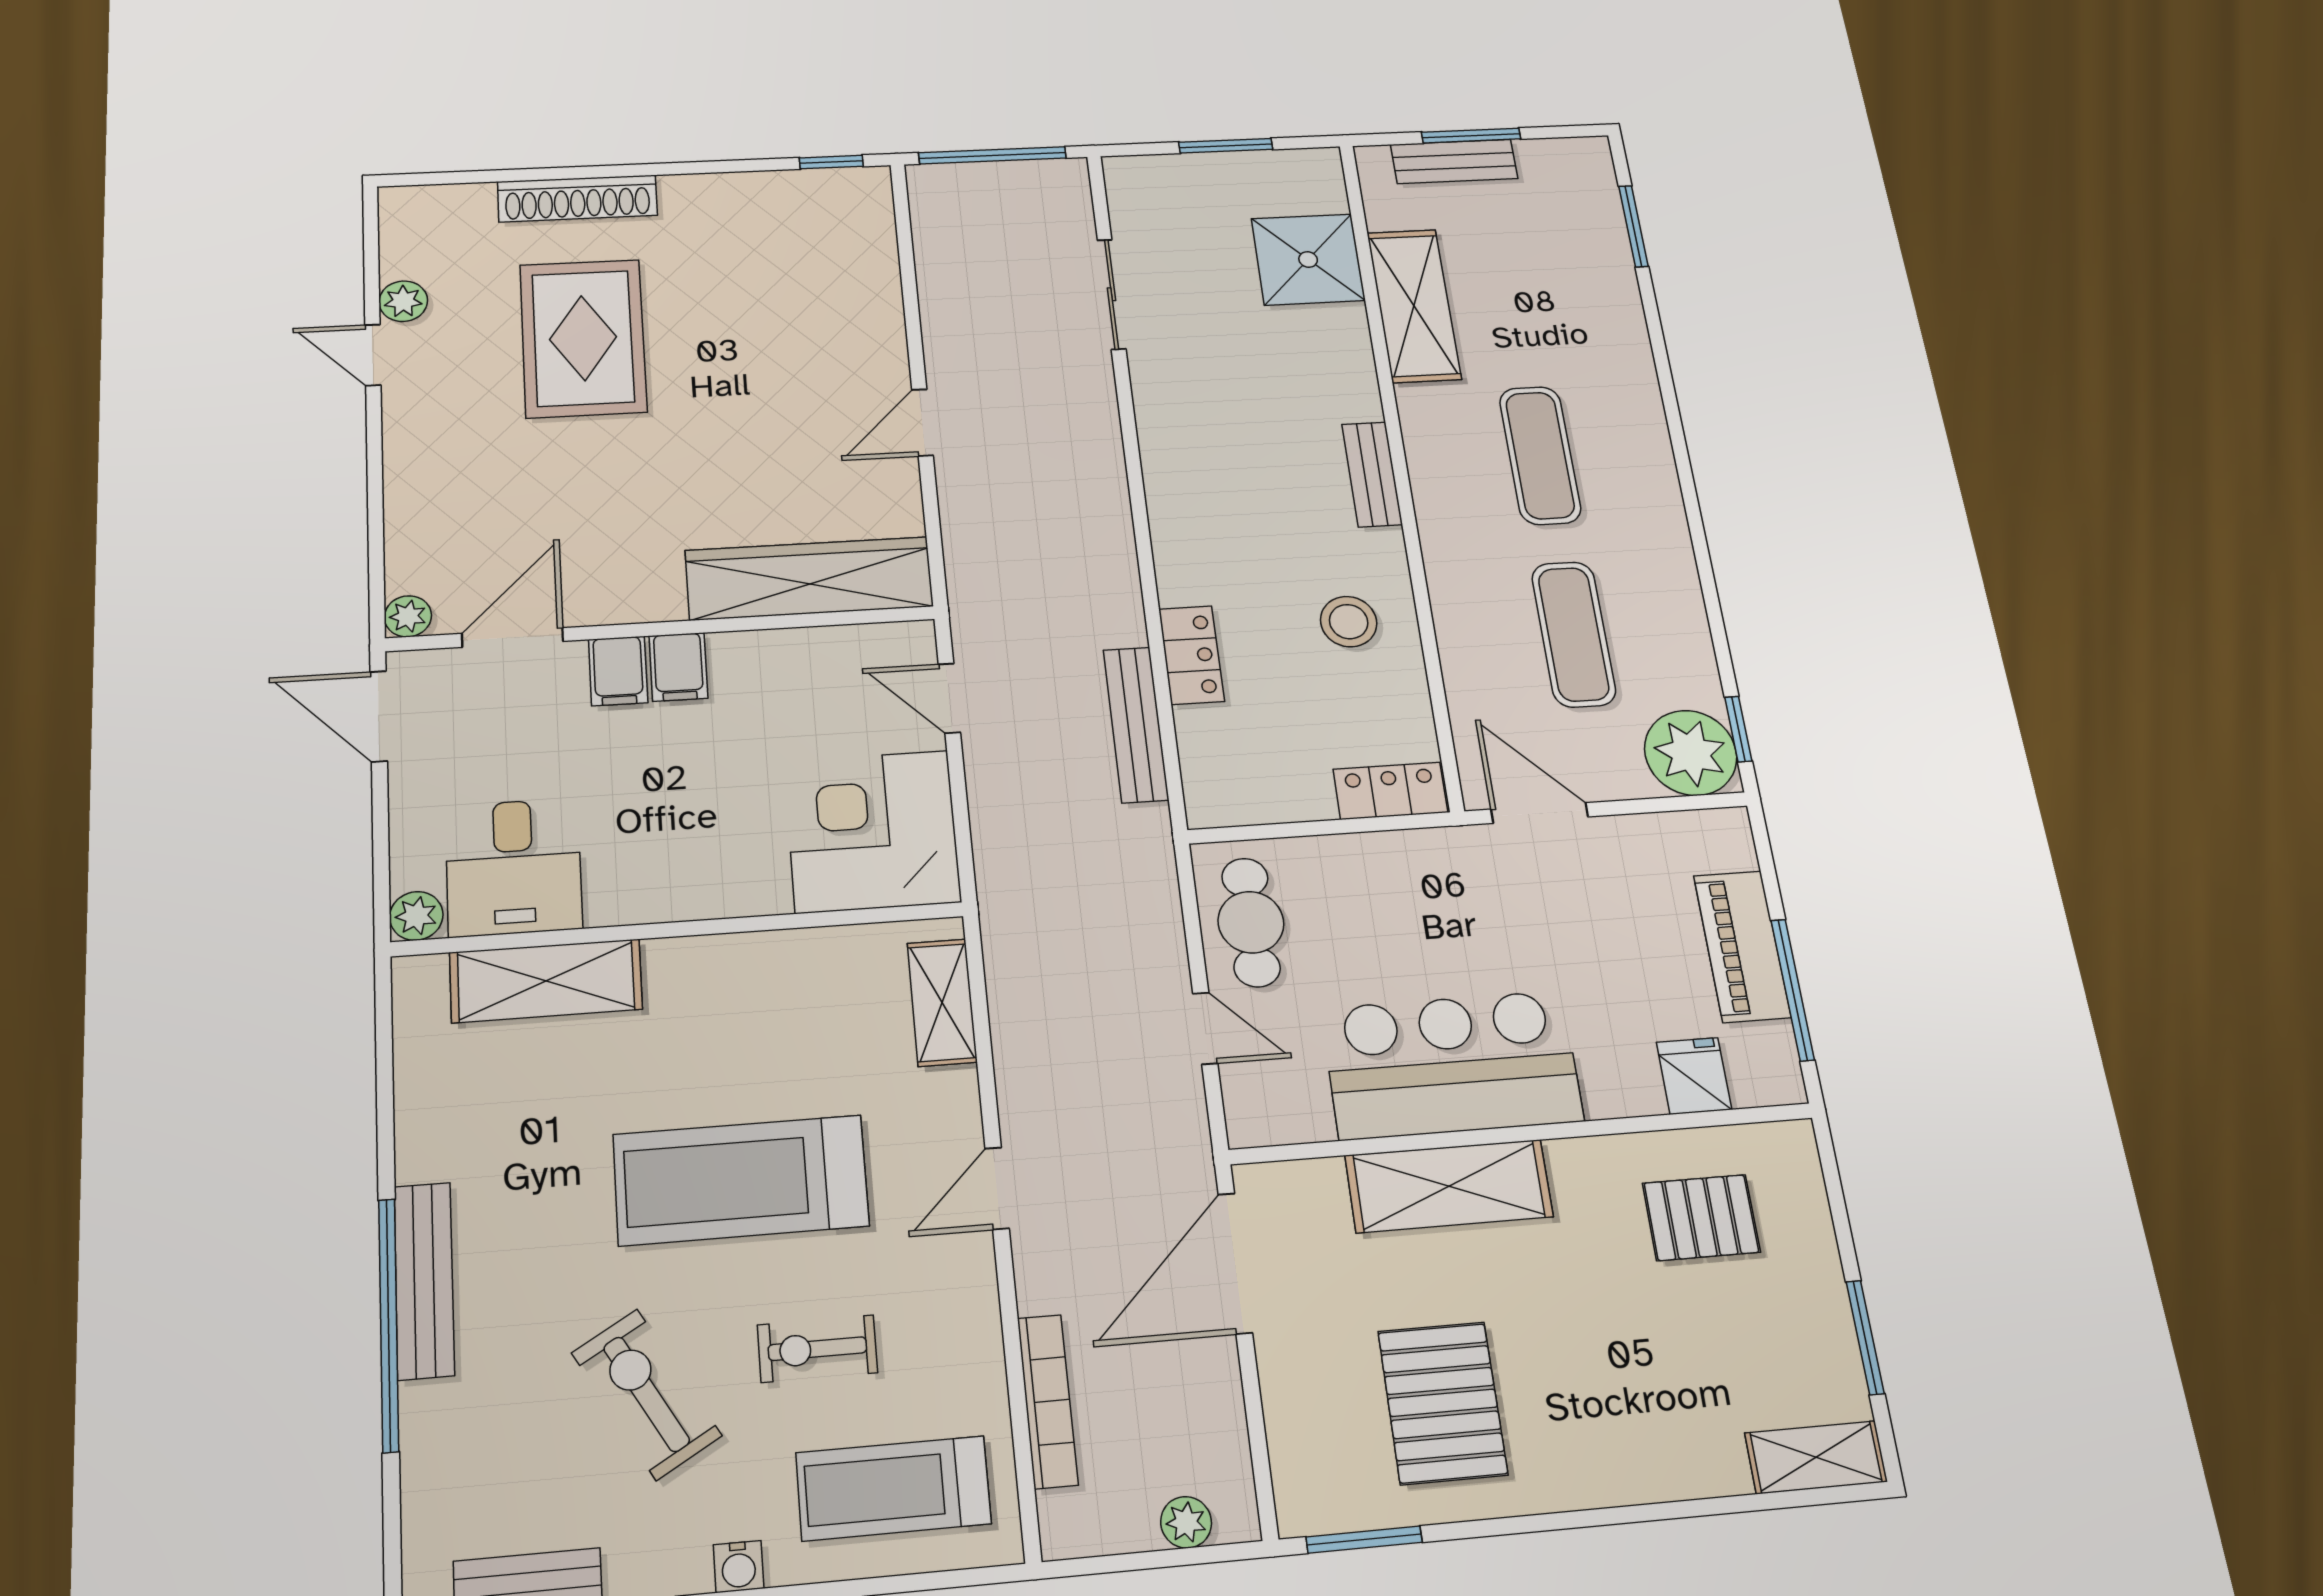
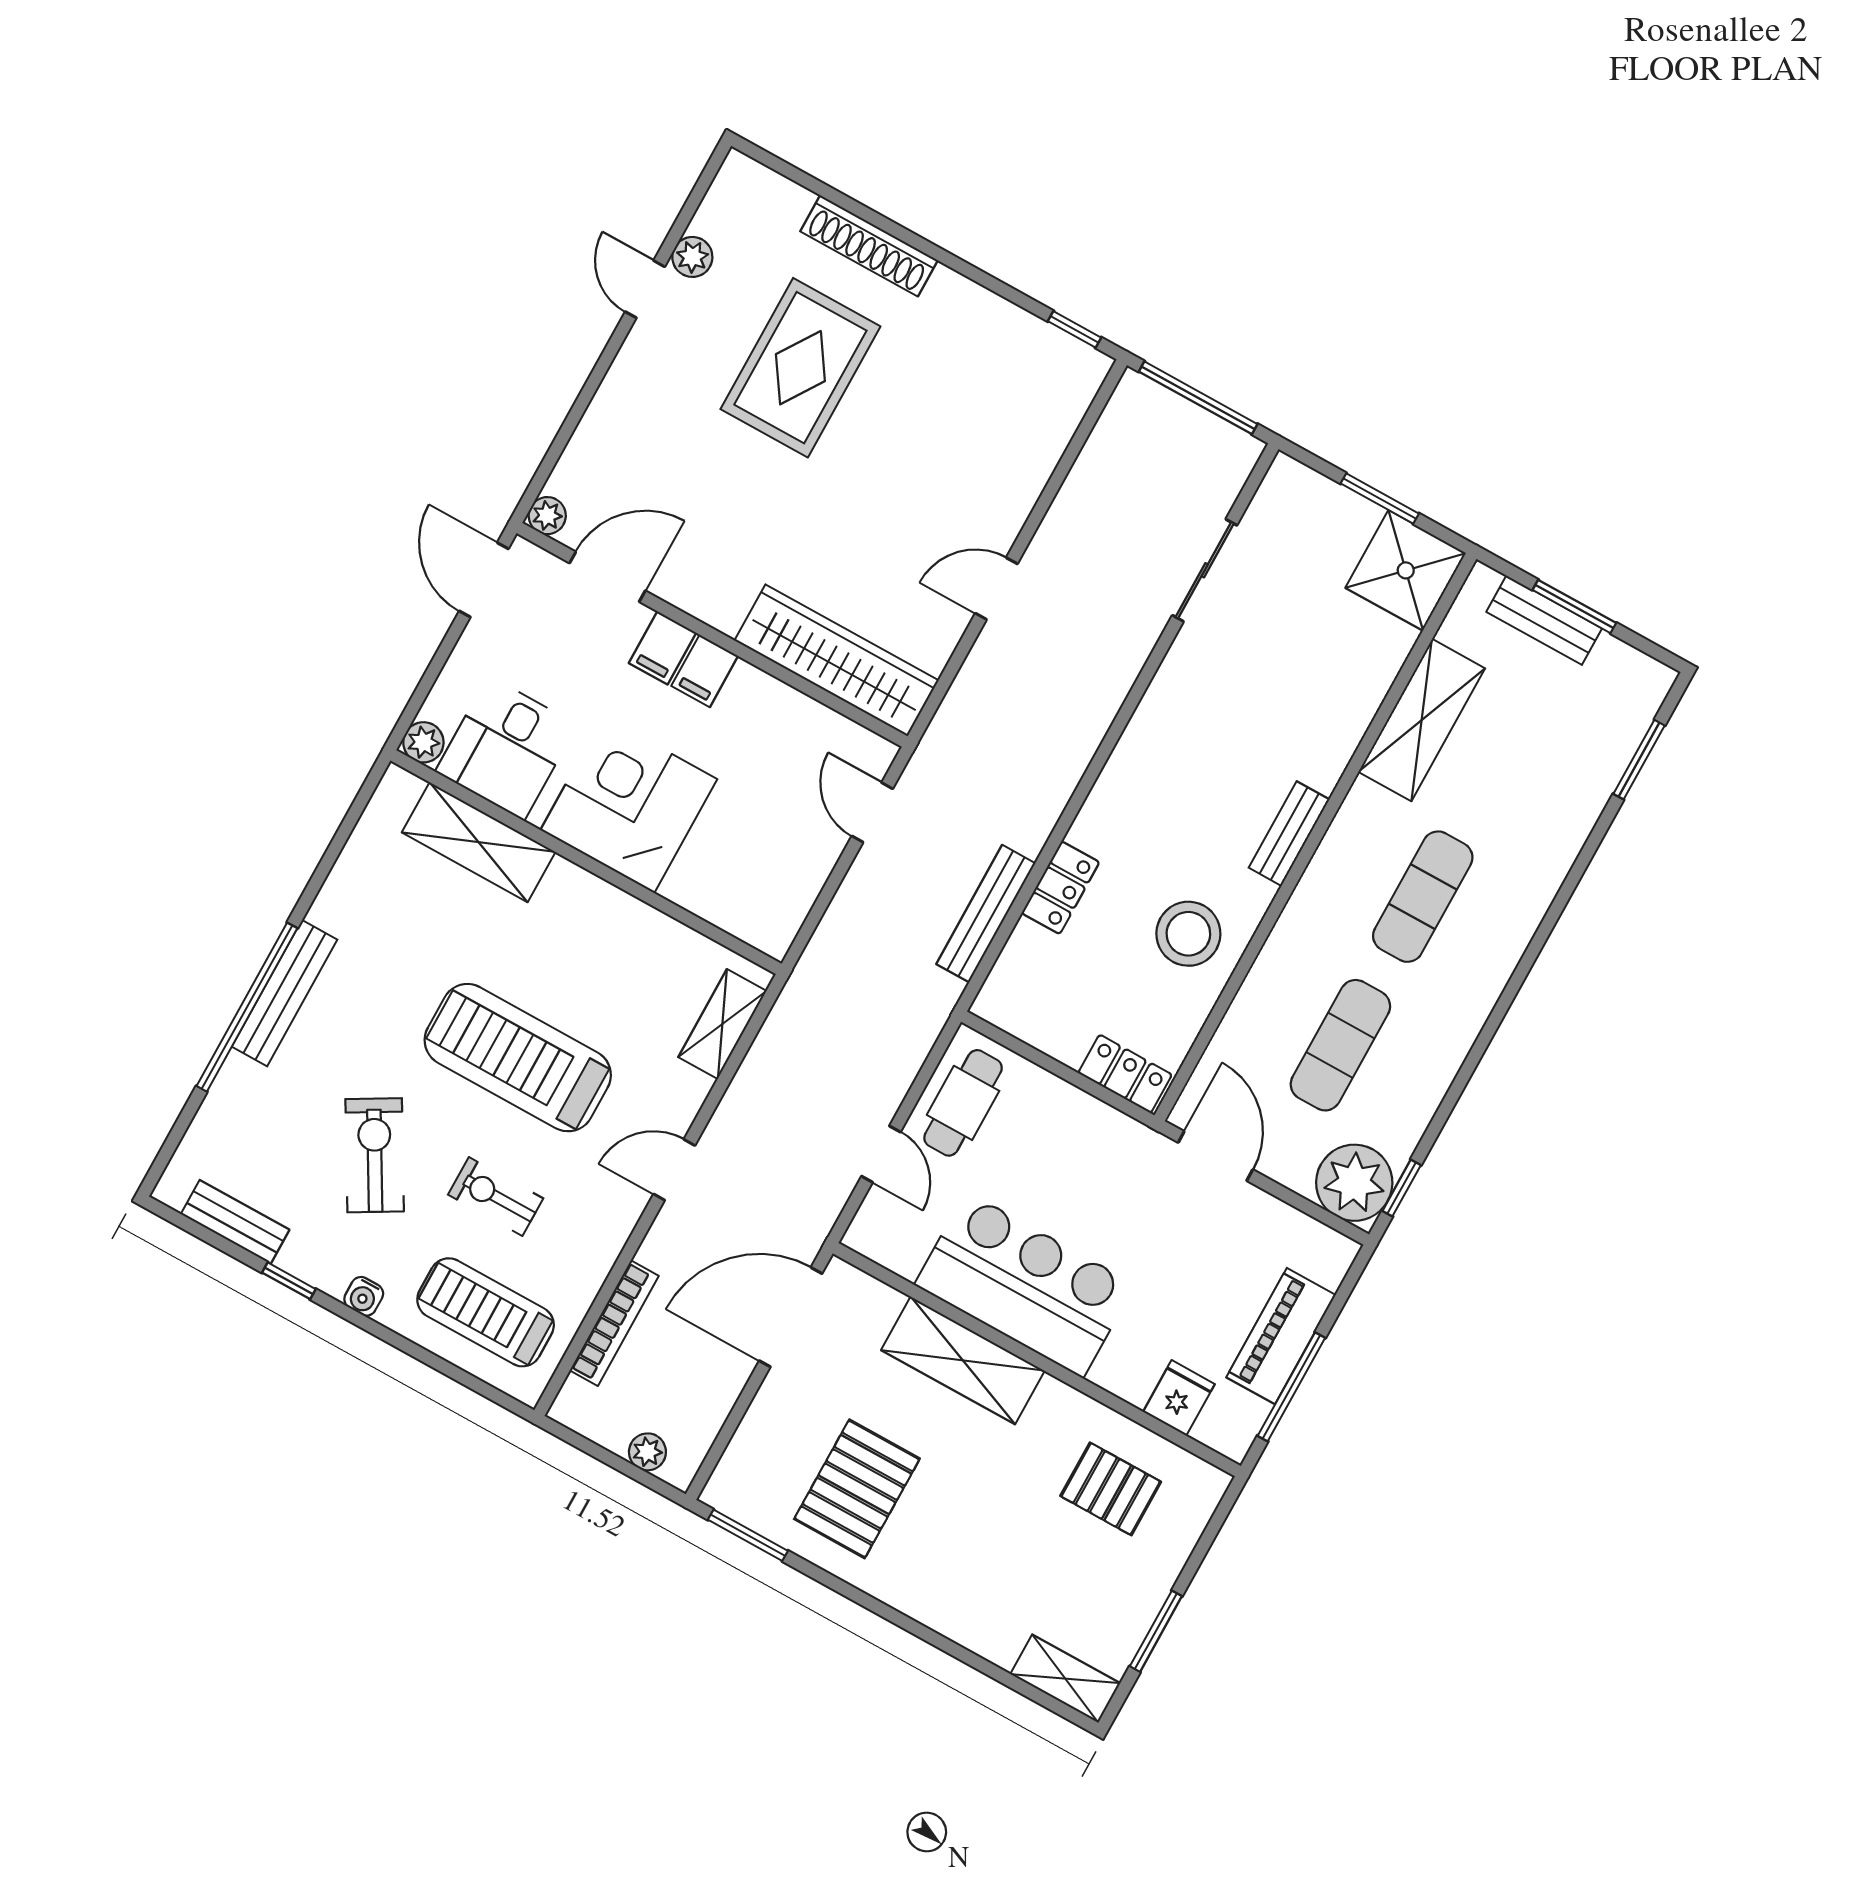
shower: (1308, 259) -> (1406, 570), moved
stool: (1349, 622) -> (1188, 934), width x1.38, depth x1.38
corner desk: (872, 831) -> (629, 805), moved

